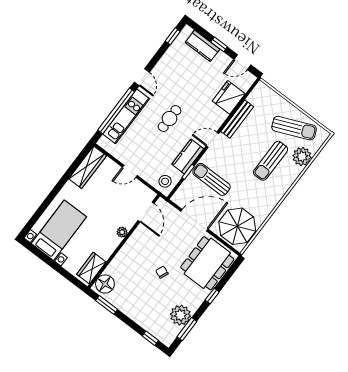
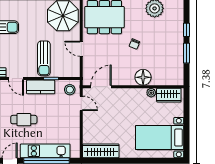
door: (130, 171) -> (81, 103), moved
door: (194, 220) -> (81, 49), width x0.53
plant: (122, 232) -> (151, 93), moved
floor lamp: (105, 284) -> (143, 77), moved
window: (106, 305) -> (186, 53), moved
window: (150, 338) -> (186, 30), moved

